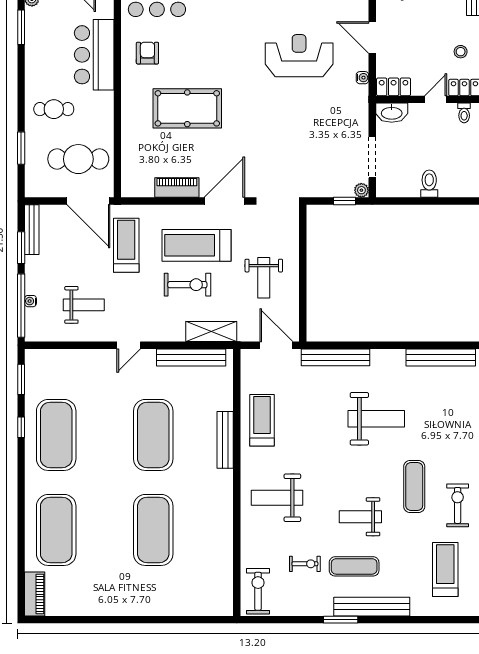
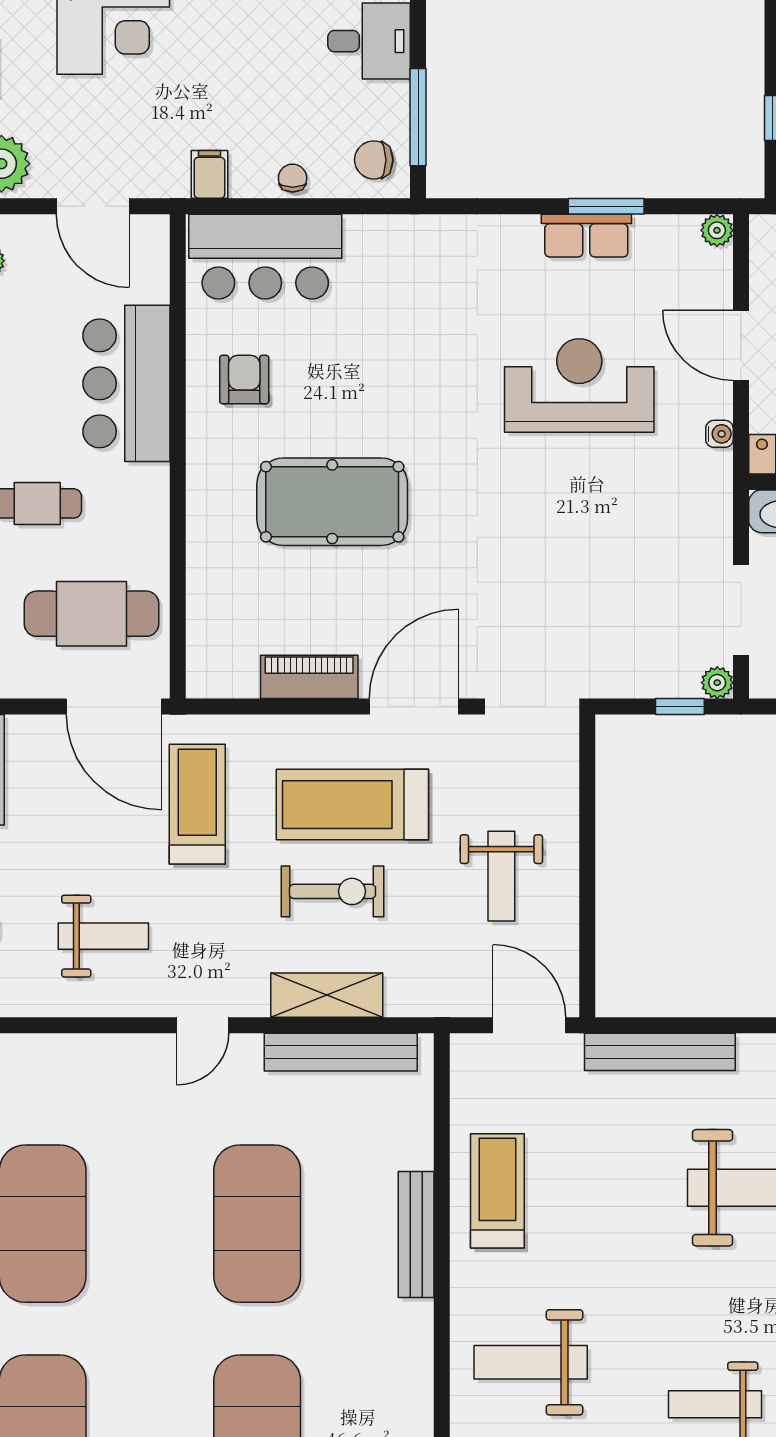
shelving: (211, 332) -> (327, 995), moved

